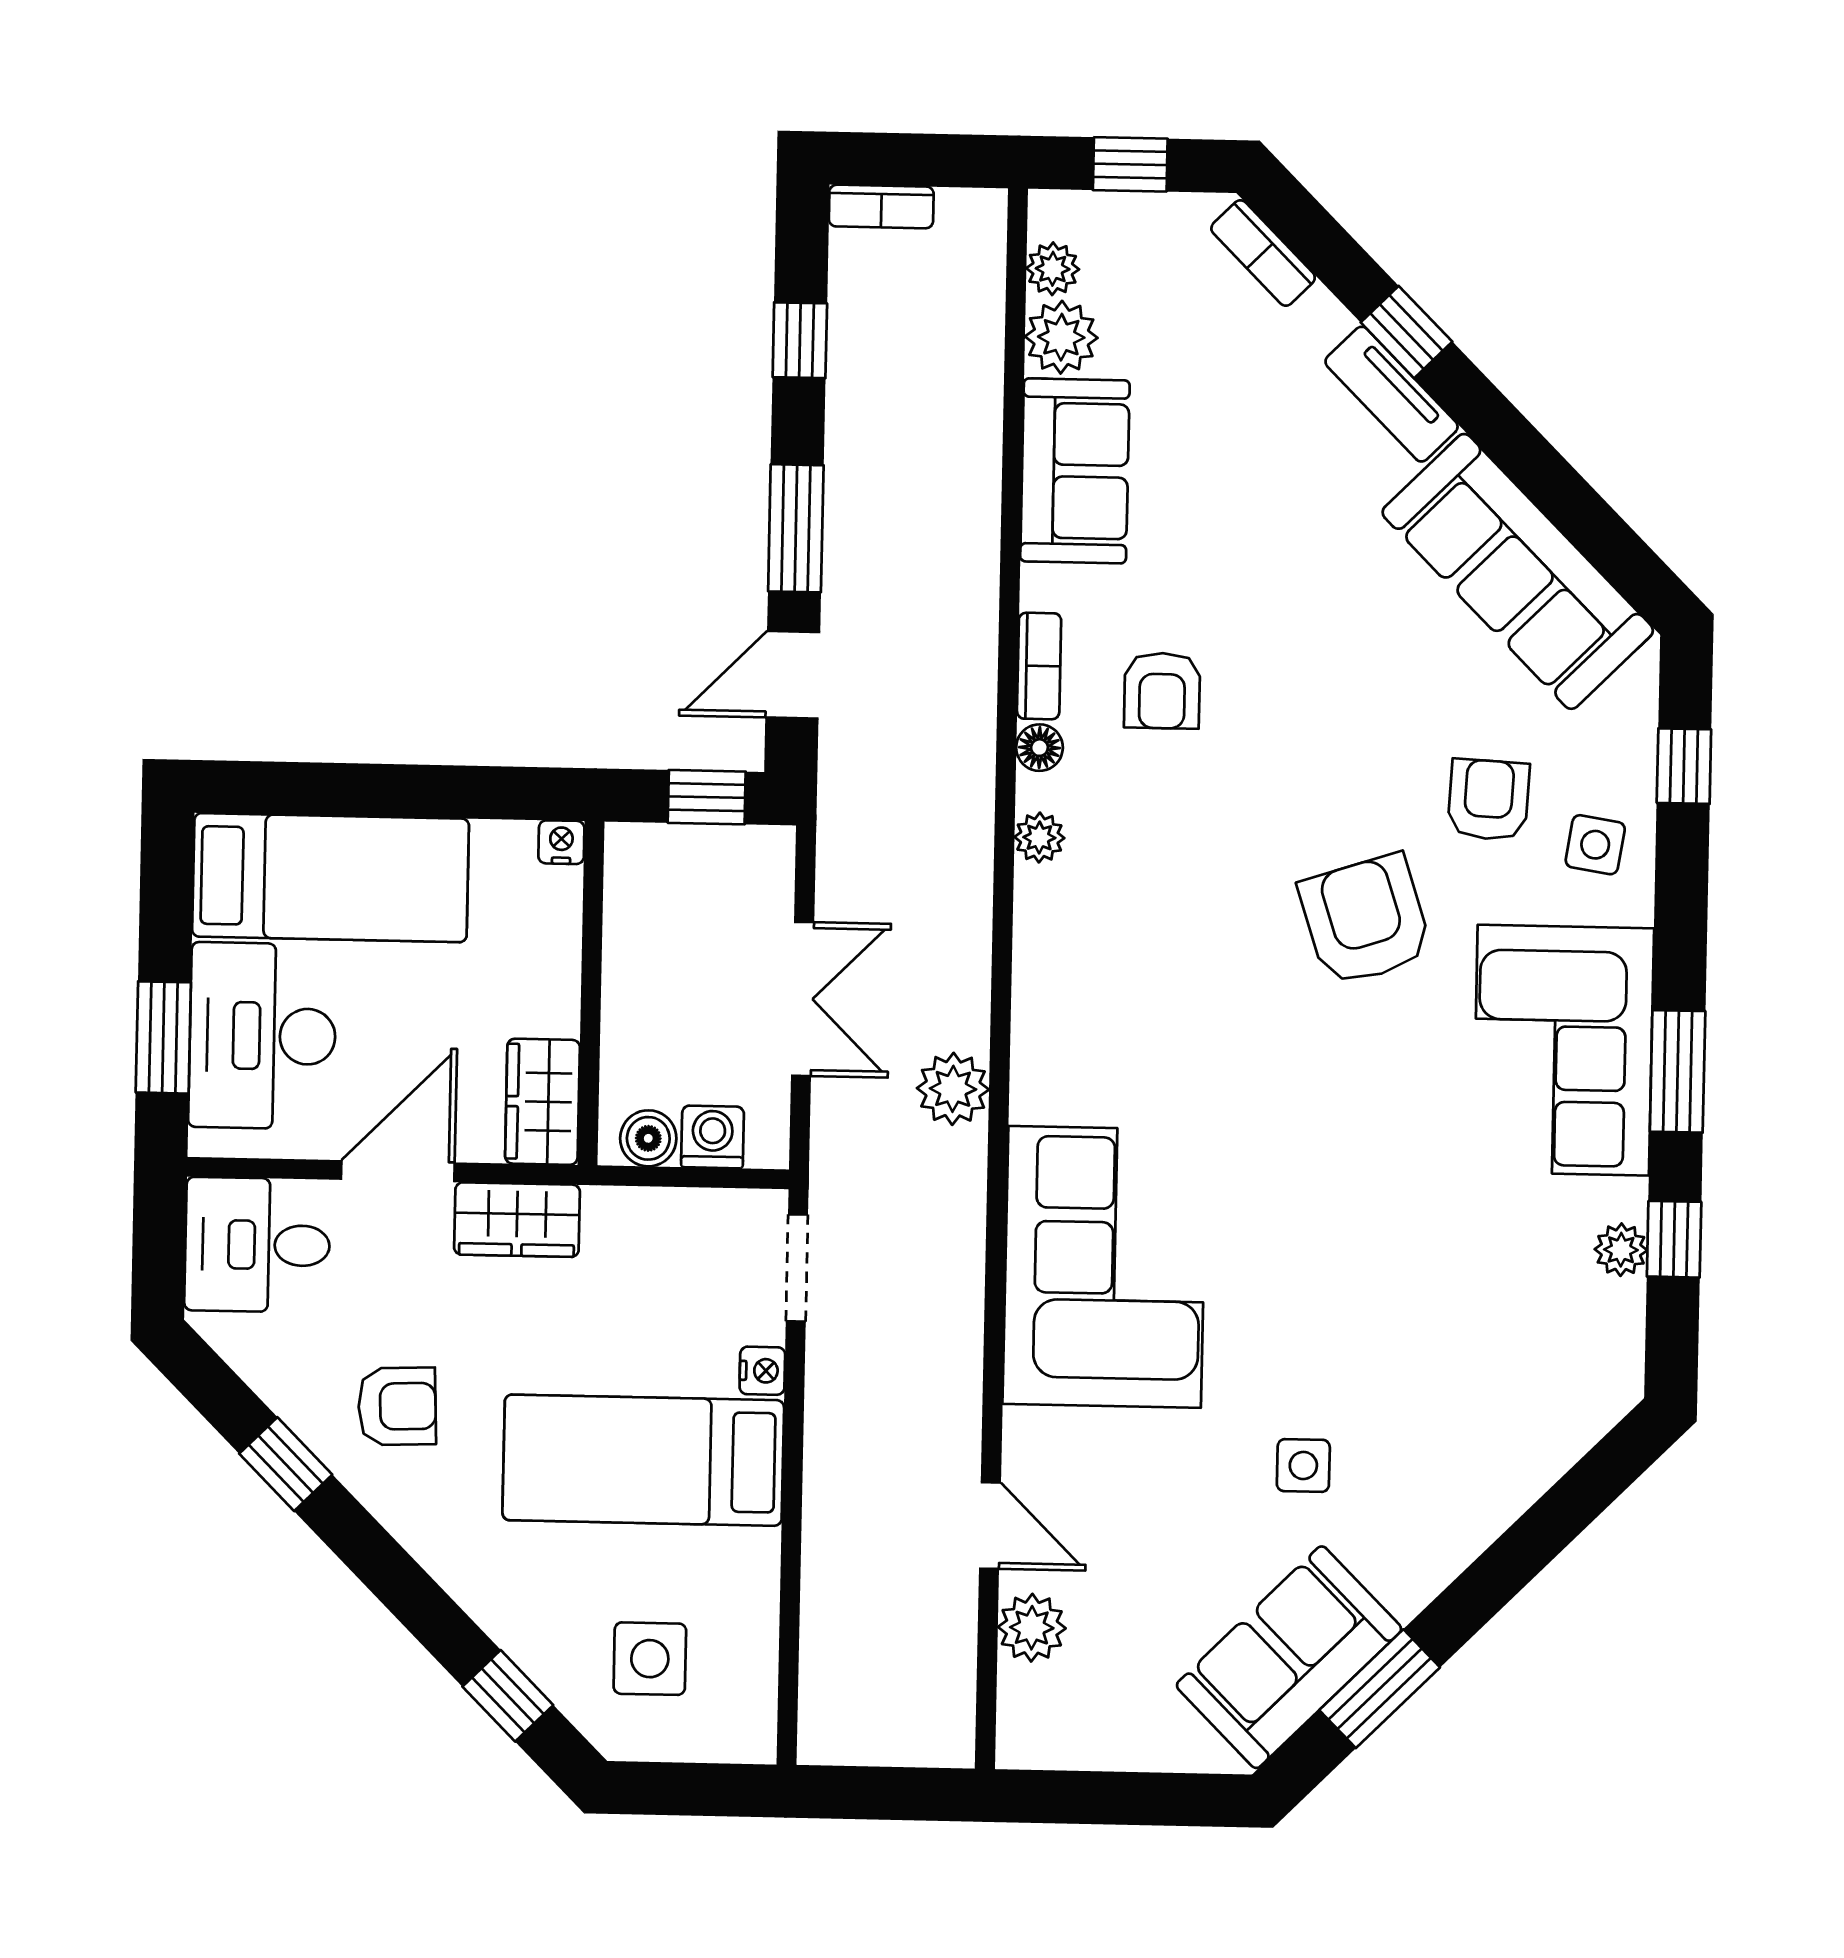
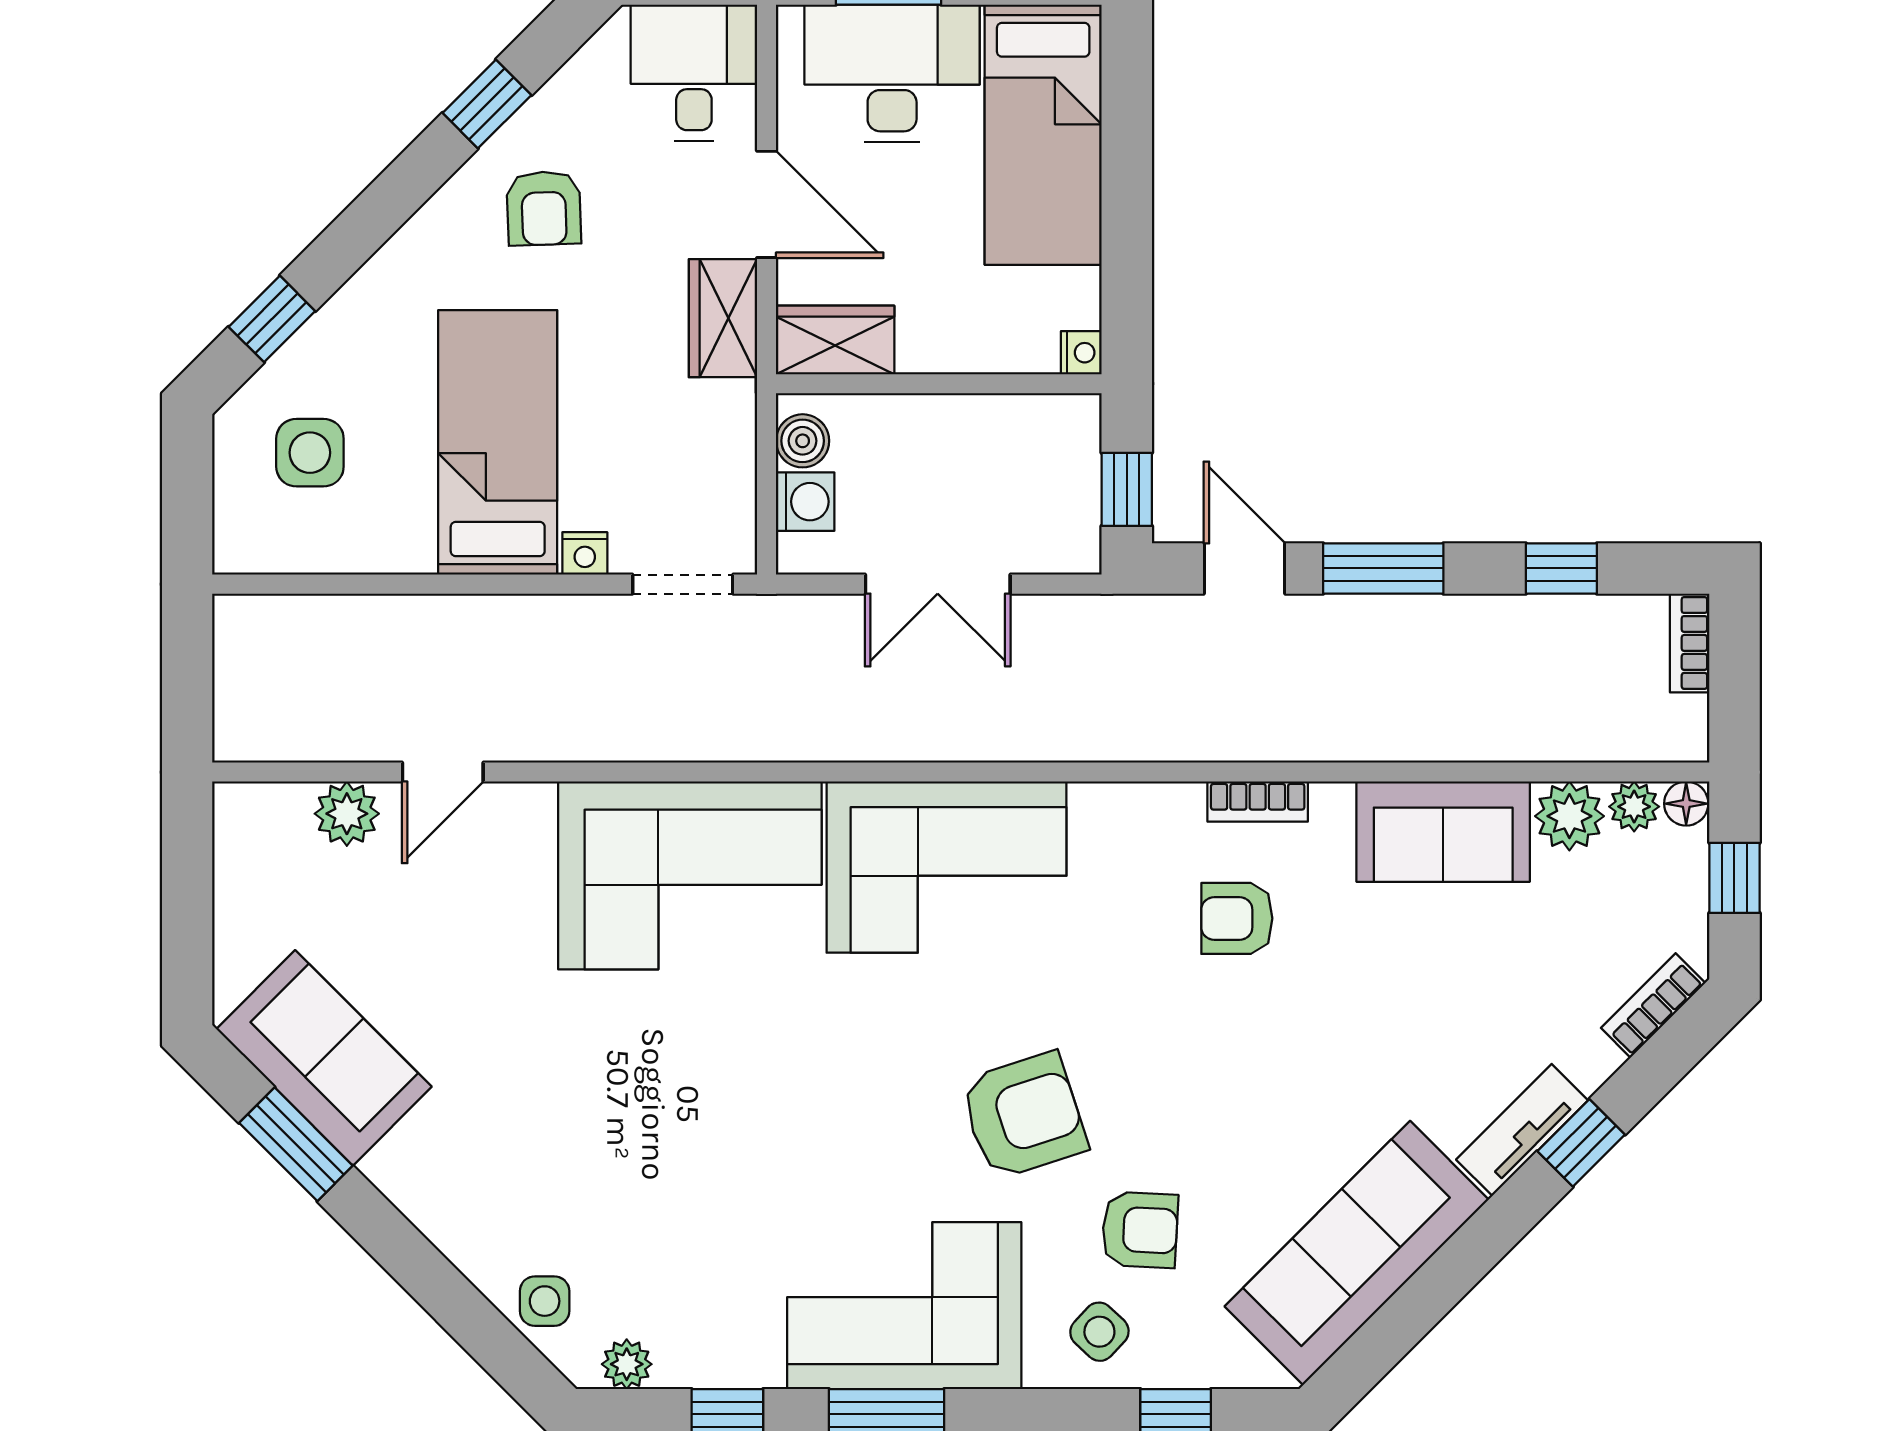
floor lamp: (1039, 748) -> (1686, 804), moved
plant: (1039, 838) -> (1095, 805), removed
side table: (1595, 845) -> (1099, 1332), turned 34
corner sofa: (1101, 996) -> (947, 867), added
plant: (953, 1089) -> (856, 728), removed
plant: (1621, 1250) -> (627, 1364), moved
side table: (1303, 1465) -> (545, 1301), moved

